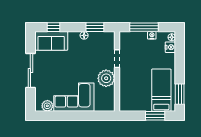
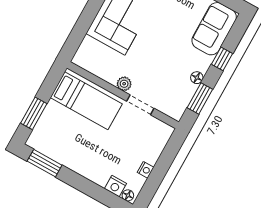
window: (54, 27) -> (222, 59), moved
window: (144, 27) -> (163, 165), removed
plant: (106, 78) -> (124, 84), width x0.53, depth x0.53
bed: (161, 90) -> (86, 101), moved

